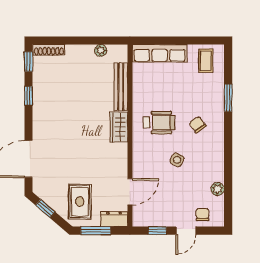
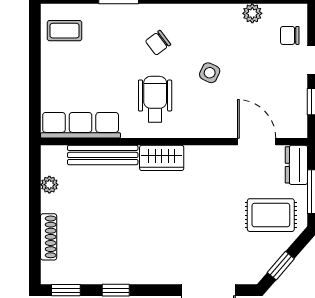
shoe rack: (49, 50) -> (49, 237), moved
row of seats: (160, 53) -> (81, 125), moved, turned -90

